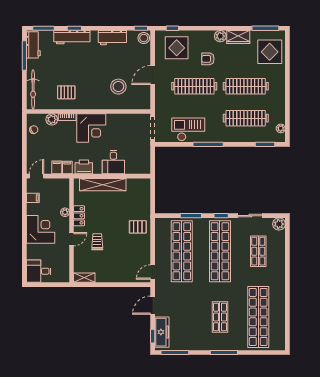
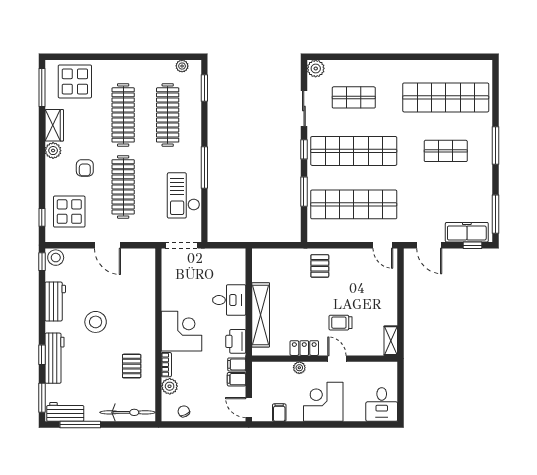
stool: (118, 87) -> (96, 322), moved

